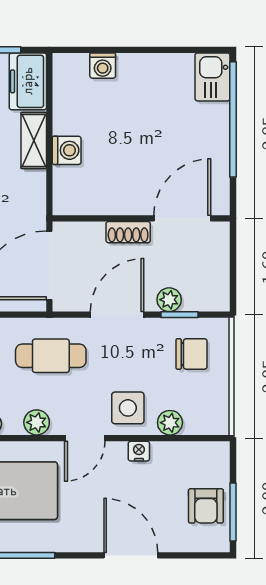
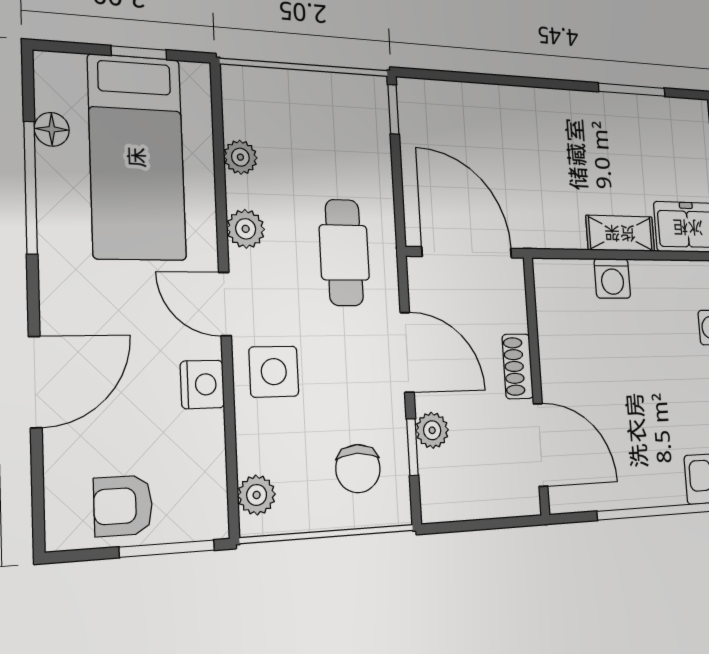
plant: (170, 423) -> (257, 495), moved
nightstand: (139, 451) -> (202, 384), width x1.39, depth x1.35
window: (233, 512) -> (167, 549), moved

